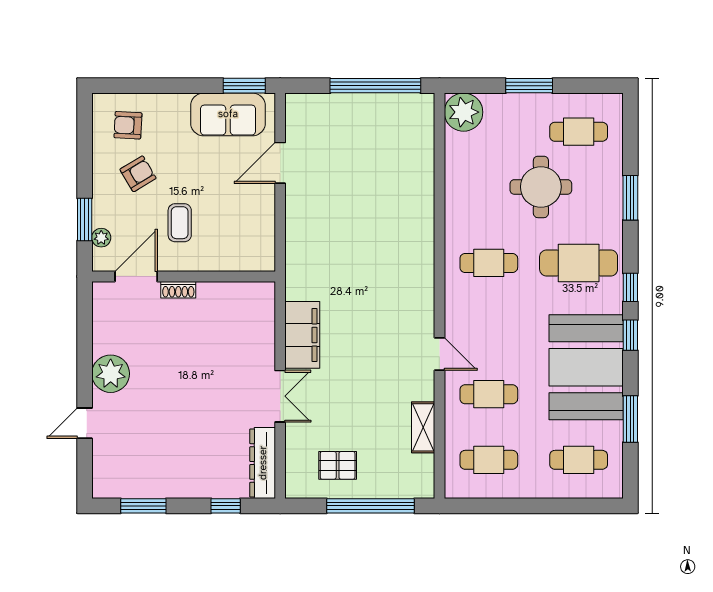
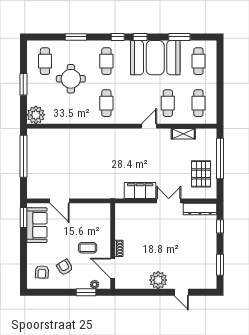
cafe table: (579, 263) -> (106, 61), width x0.73, depth x0.74
pallet: (338, 465) -> (201, 174), width x1.50, depth x1.42

